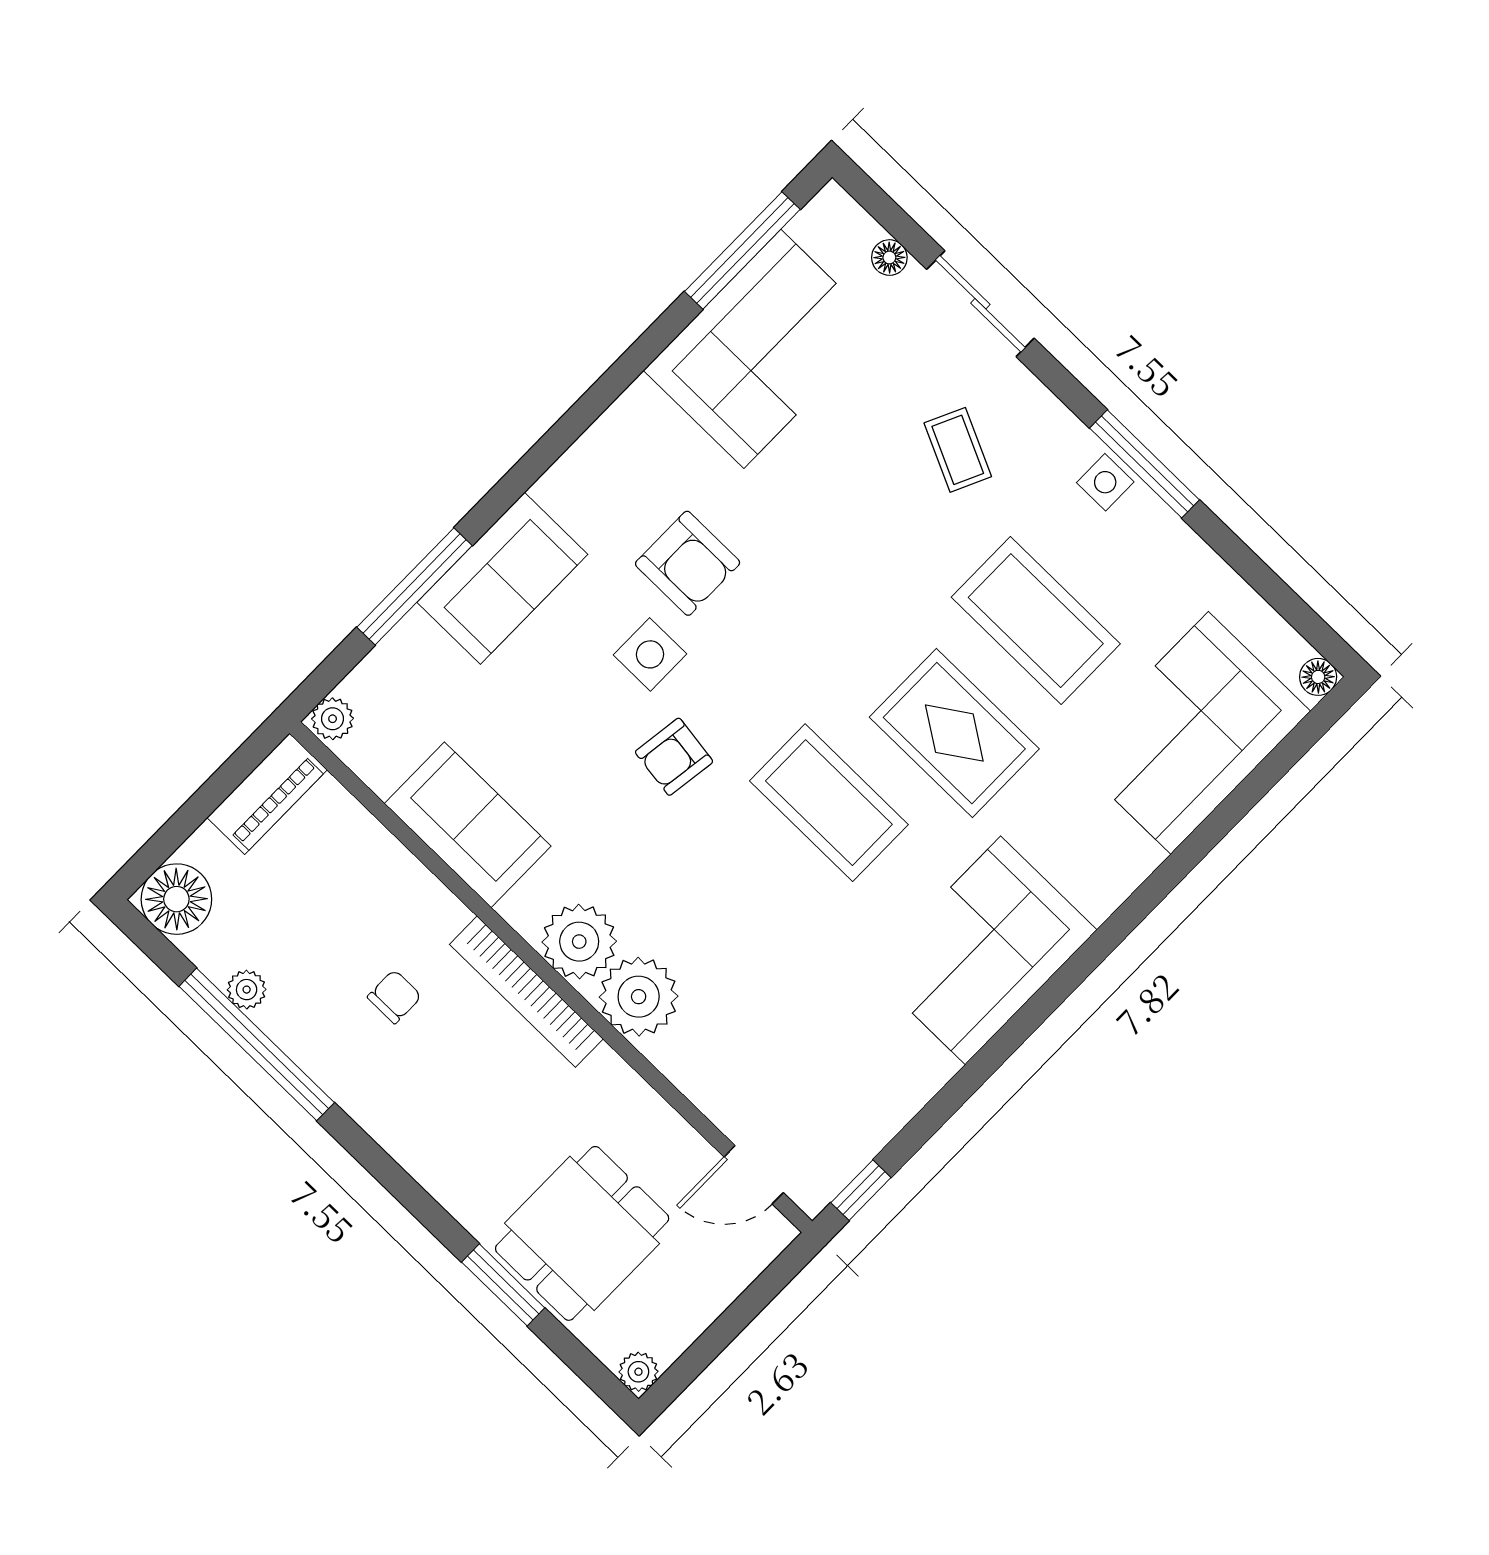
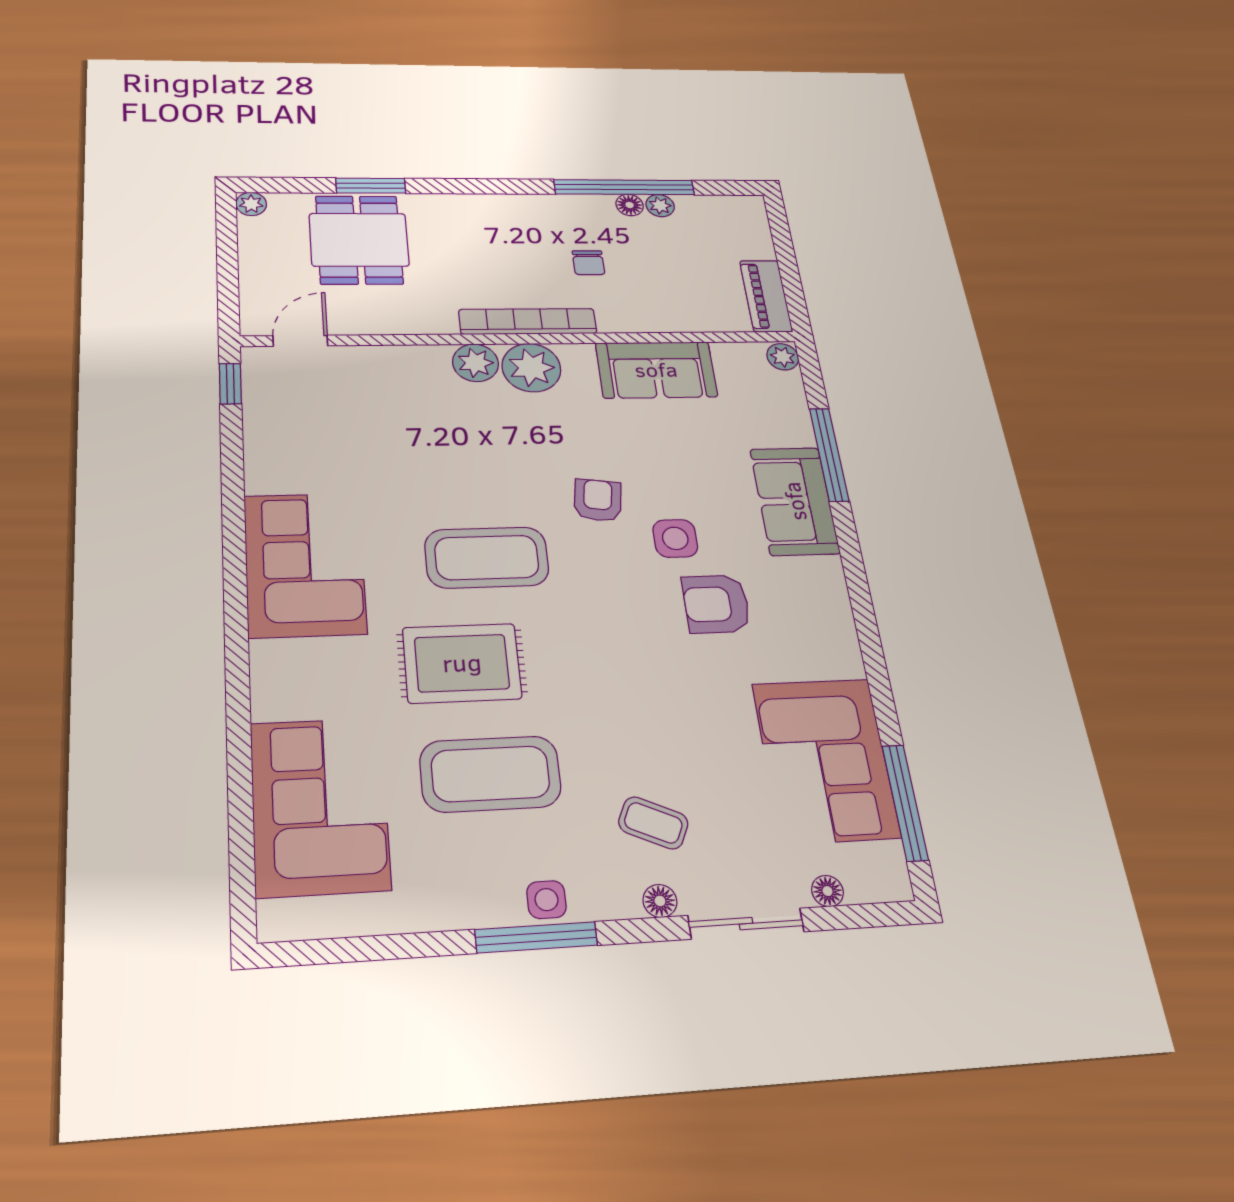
floor lamp: (1318, 677) -> (660, 901), moved
floor lamp: (176, 899) -> (630, 205), moved, width x0.53, depth x0.53
plant: (639, 997) -> (476, 363), width x0.73, depth x0.73

